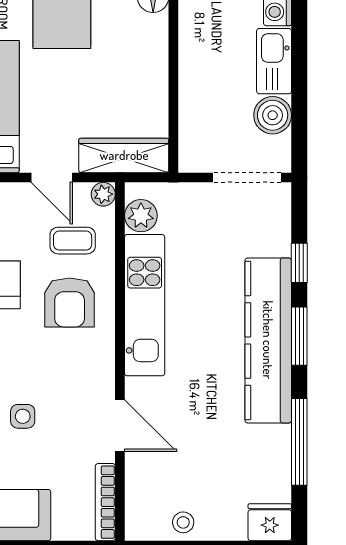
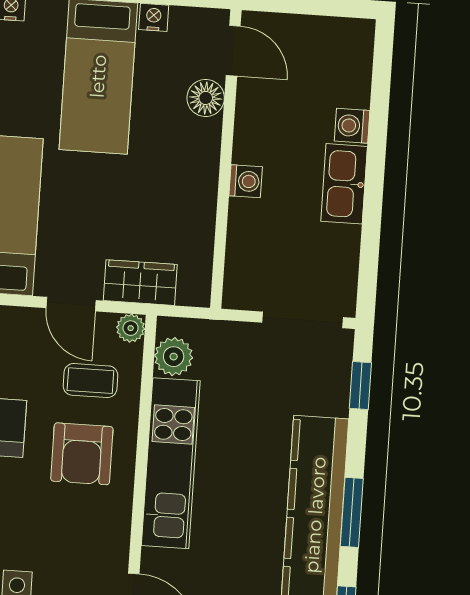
washing machine: (191, 65) -> (246, 181), added
boiler: (273, 115) -> (338, 248), removed
wardrobe: (124, 155) -> (140, 283), width x0.67
window: (299, 263) -> (360, 386), moved

